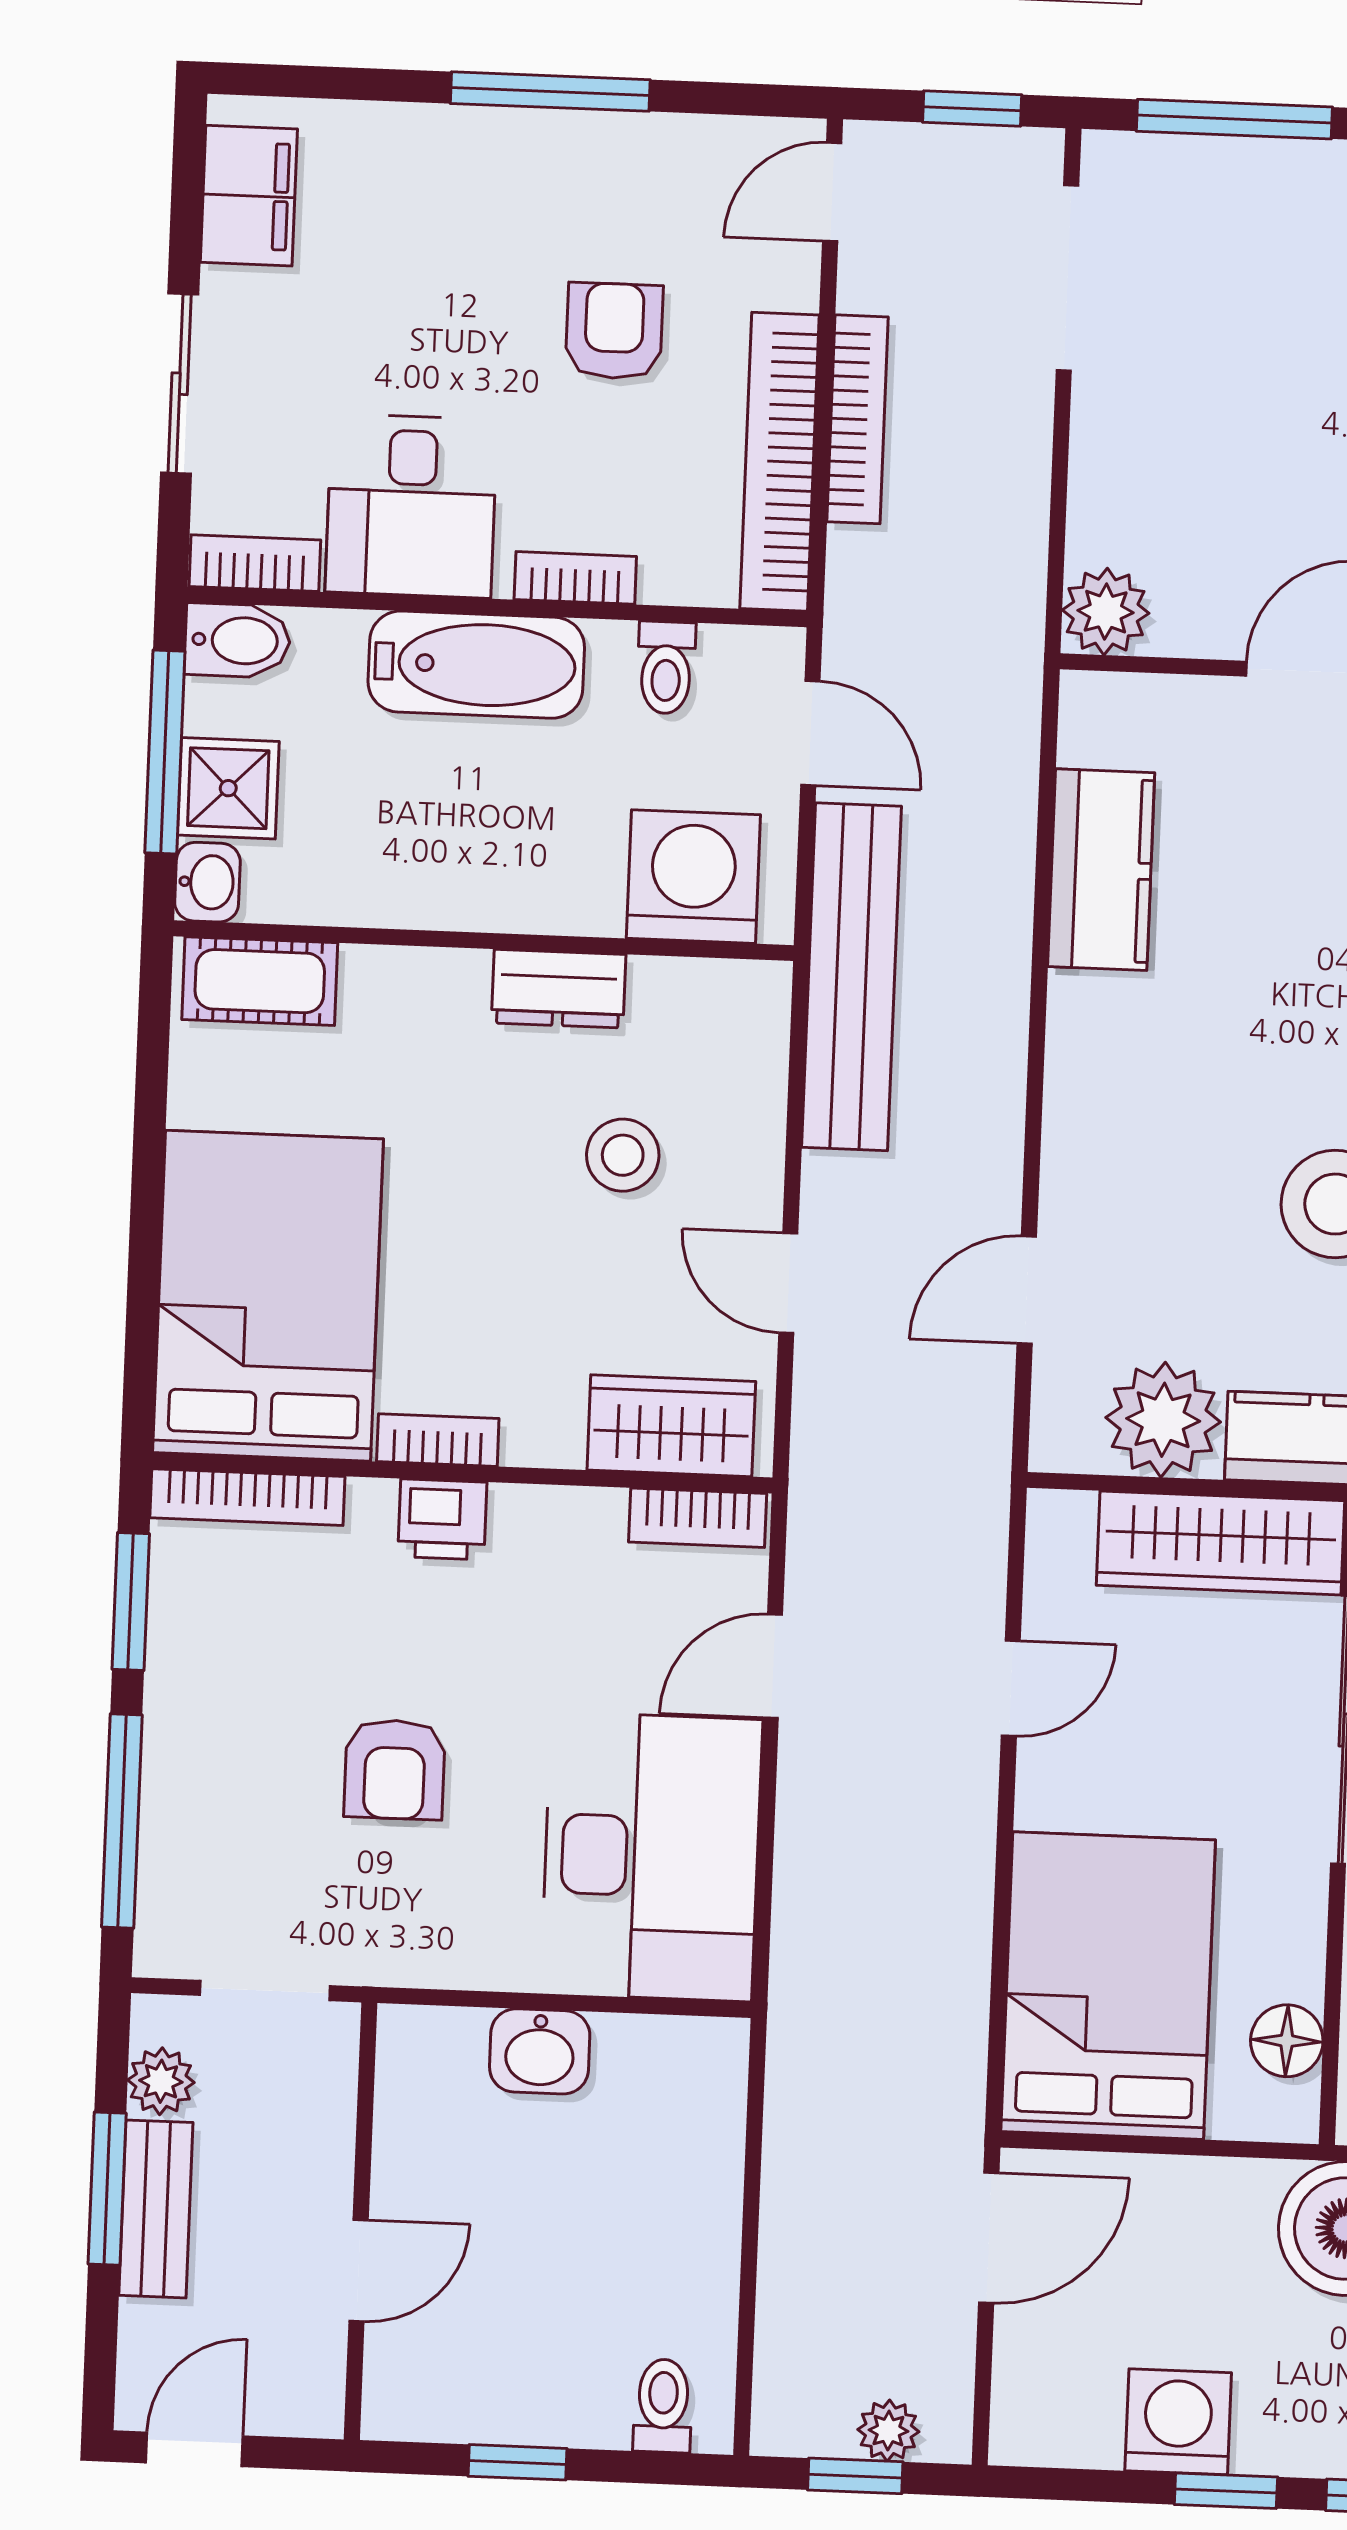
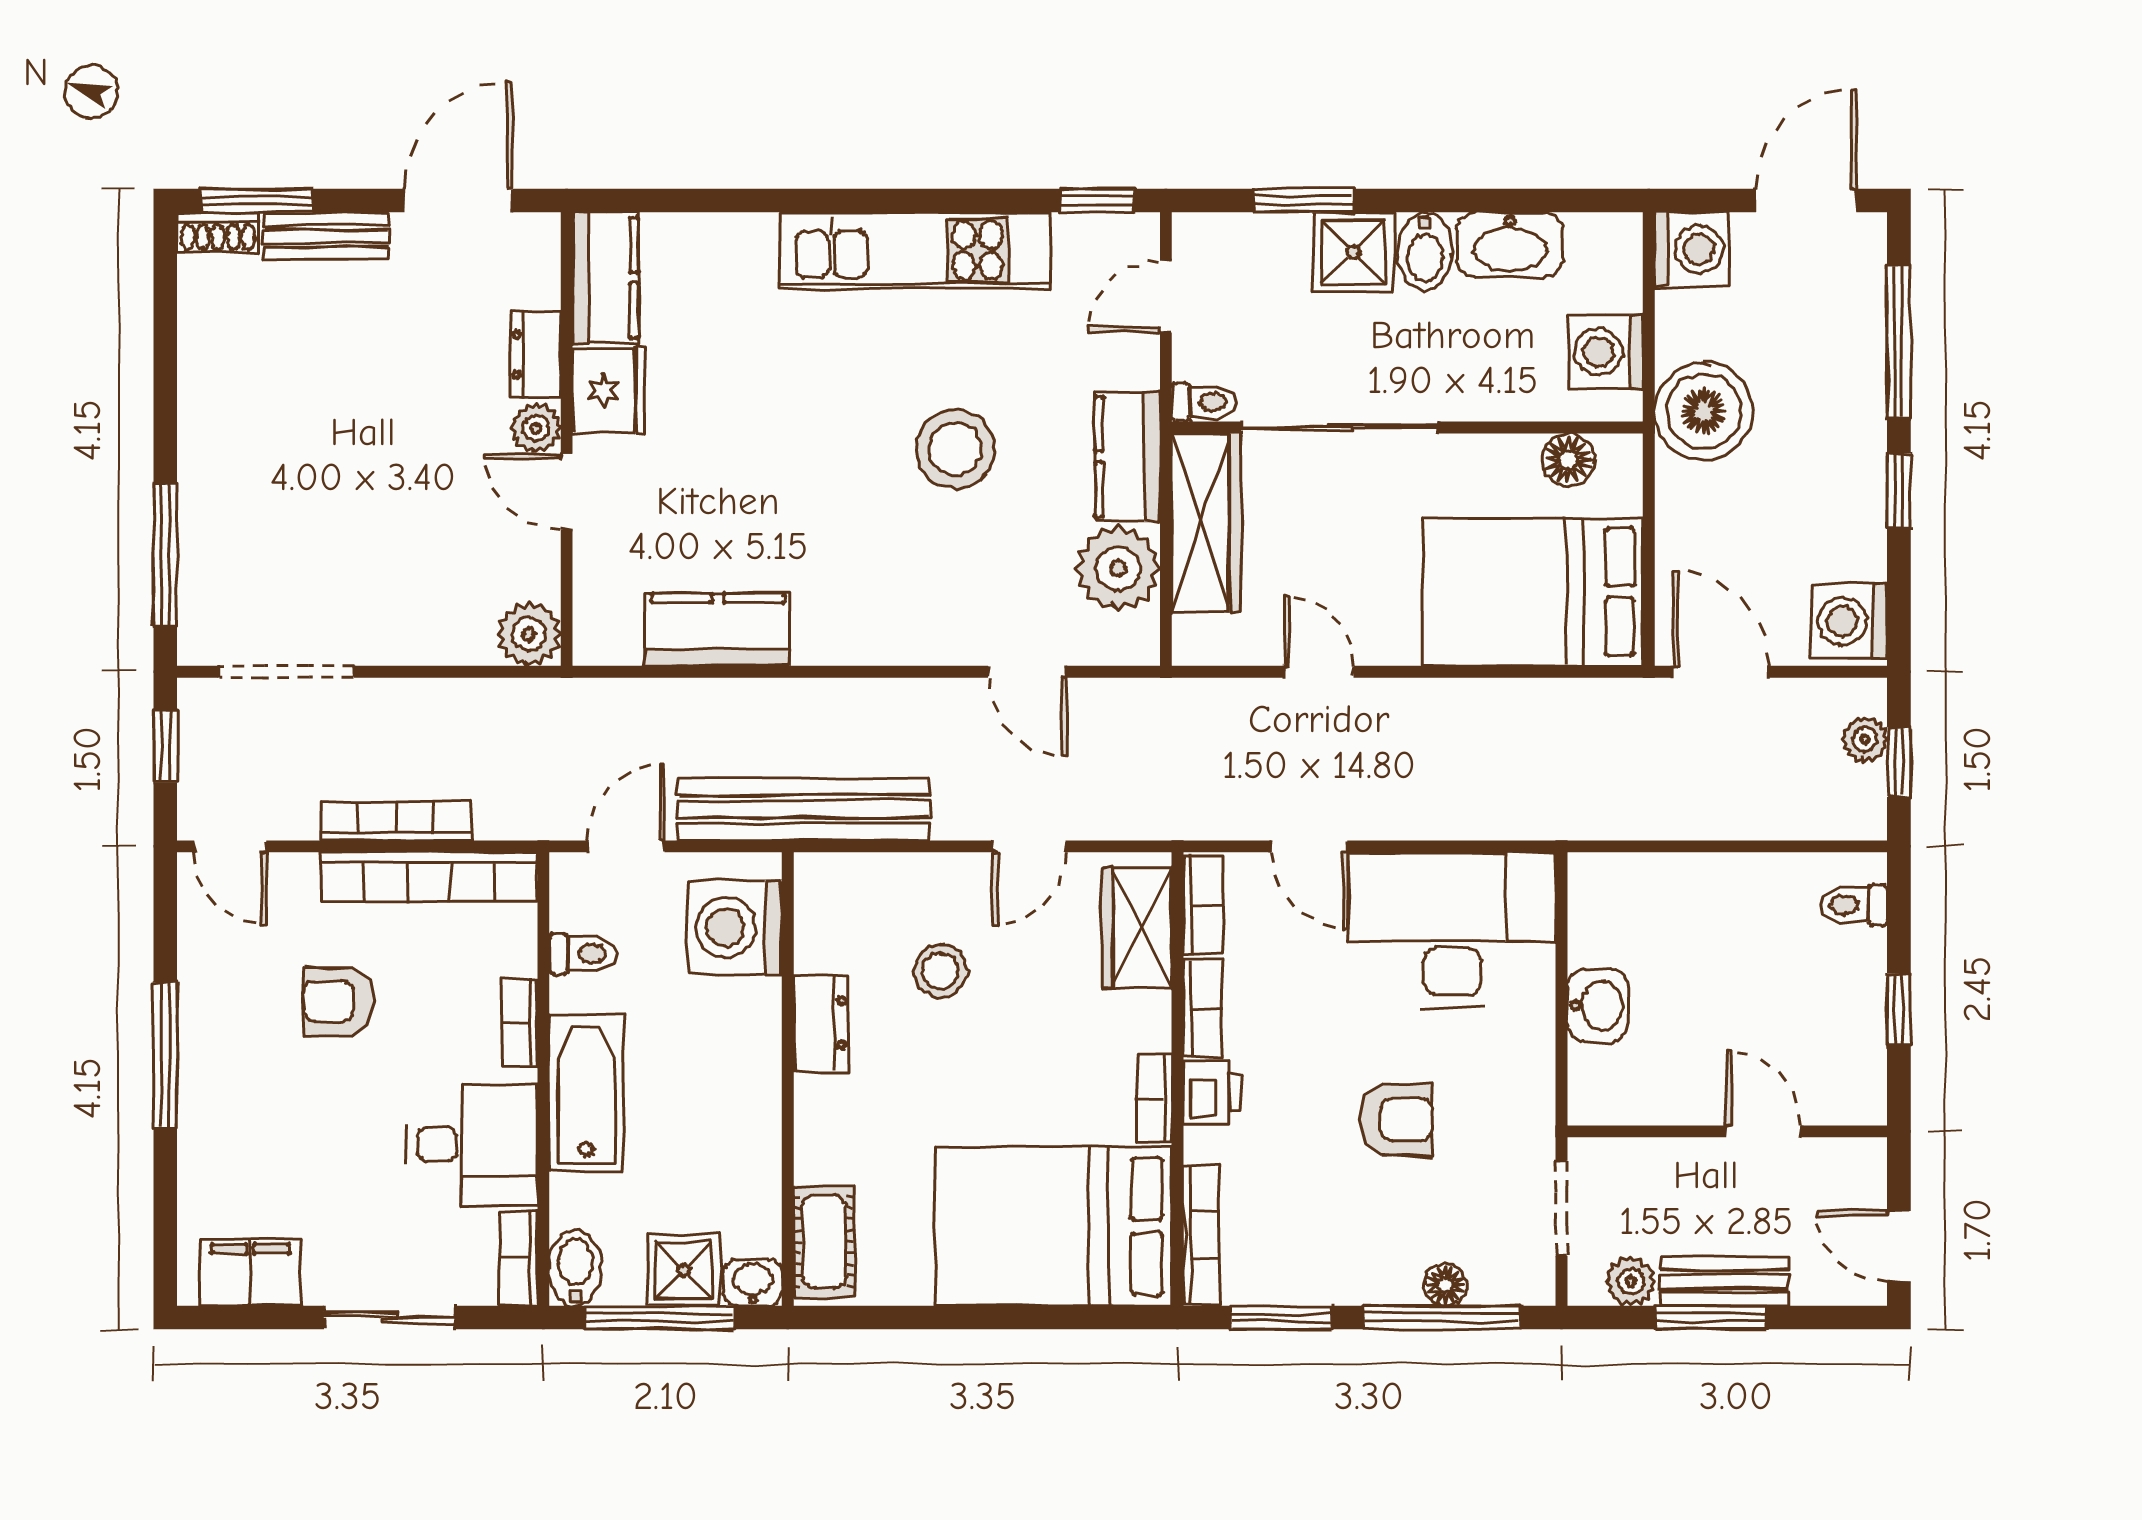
bookcase: (558, 1511) -> (1203, 1008), added
floor lamp: (166, 1828) -> (1445, 1285), added
washing machine: (1178, 2422) -> (1850, 621), moved

